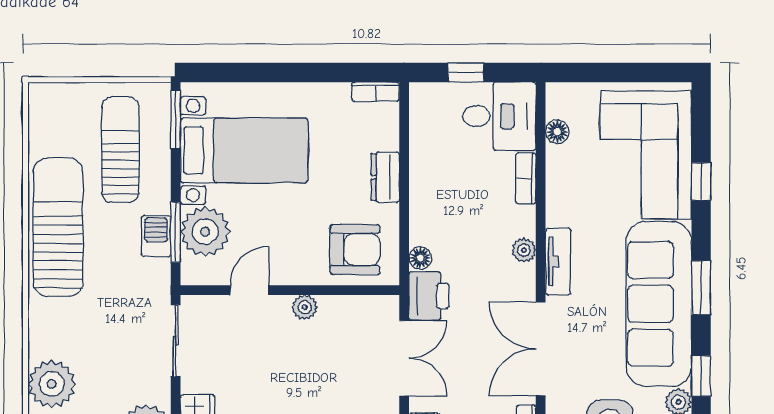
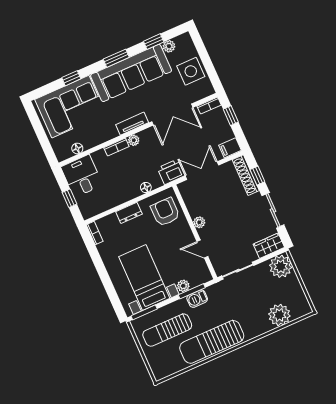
bookcase: (526, 178) -> (116, 147), moved
plant: (205, 232) -> (183, 286), width x0.53, depth x0.53
floor lamp: (420, 258) -> (146, 187), moved

